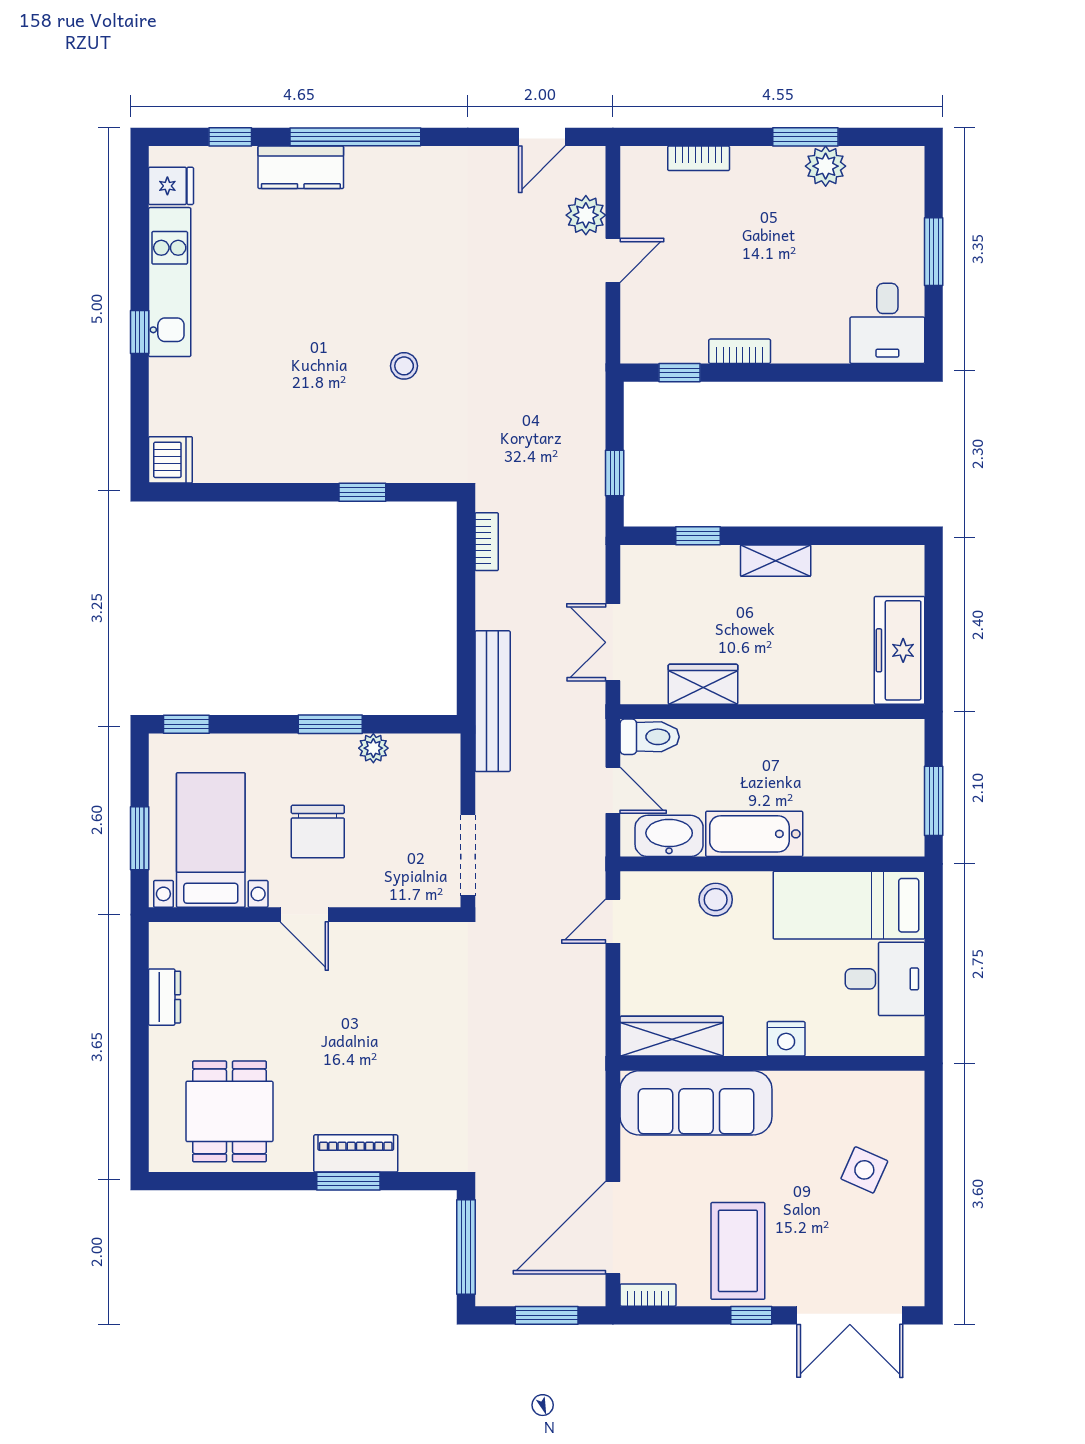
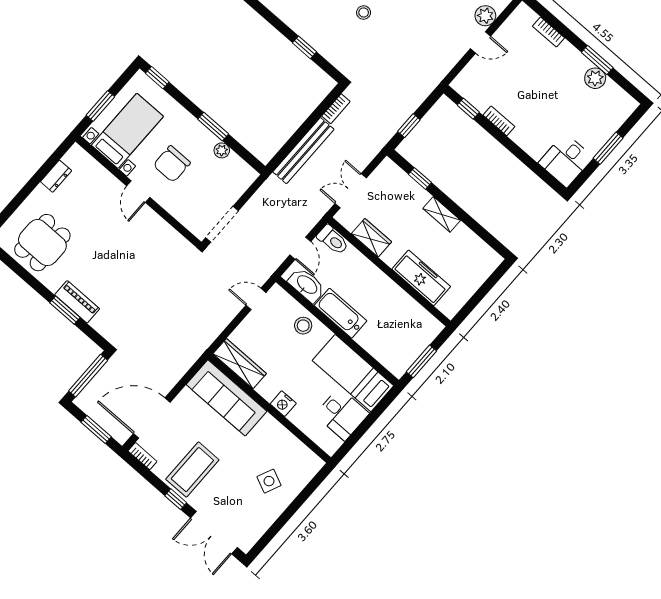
freezer: (900, 650) -> (421, 278), moved, turned 90
bench: (493, 701) -> (303, 151), moved

